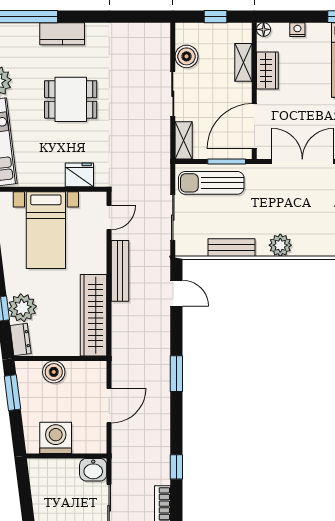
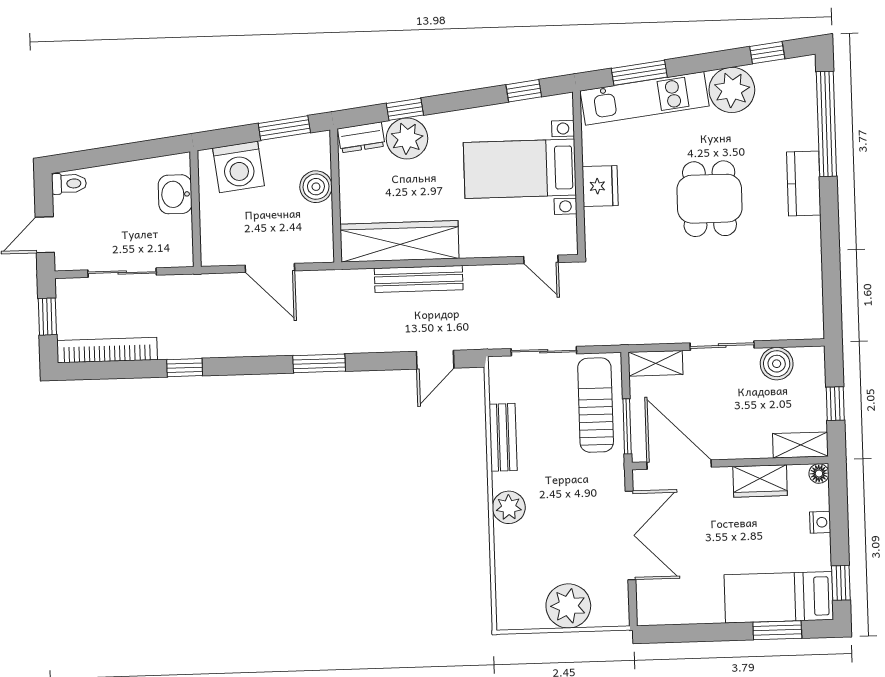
shelving: (243, 62) -> (801, 445), moved
fridge: (79, 175) -> (600, 186), moved
bench: (120, 271) -> (419, 279), moved
washing machine: (56, 438) -> (239, 167), moved, turned 83
washbasin: (93, 470) -> (175, 194), moved

